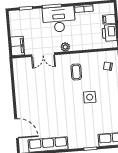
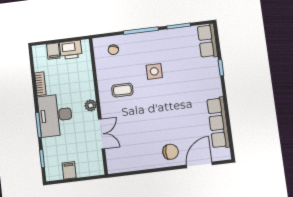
filing cabinet: (17, 46) -> (69, 170), moved, width x0.50
chair: (27, 107) -> (171, 152), added

